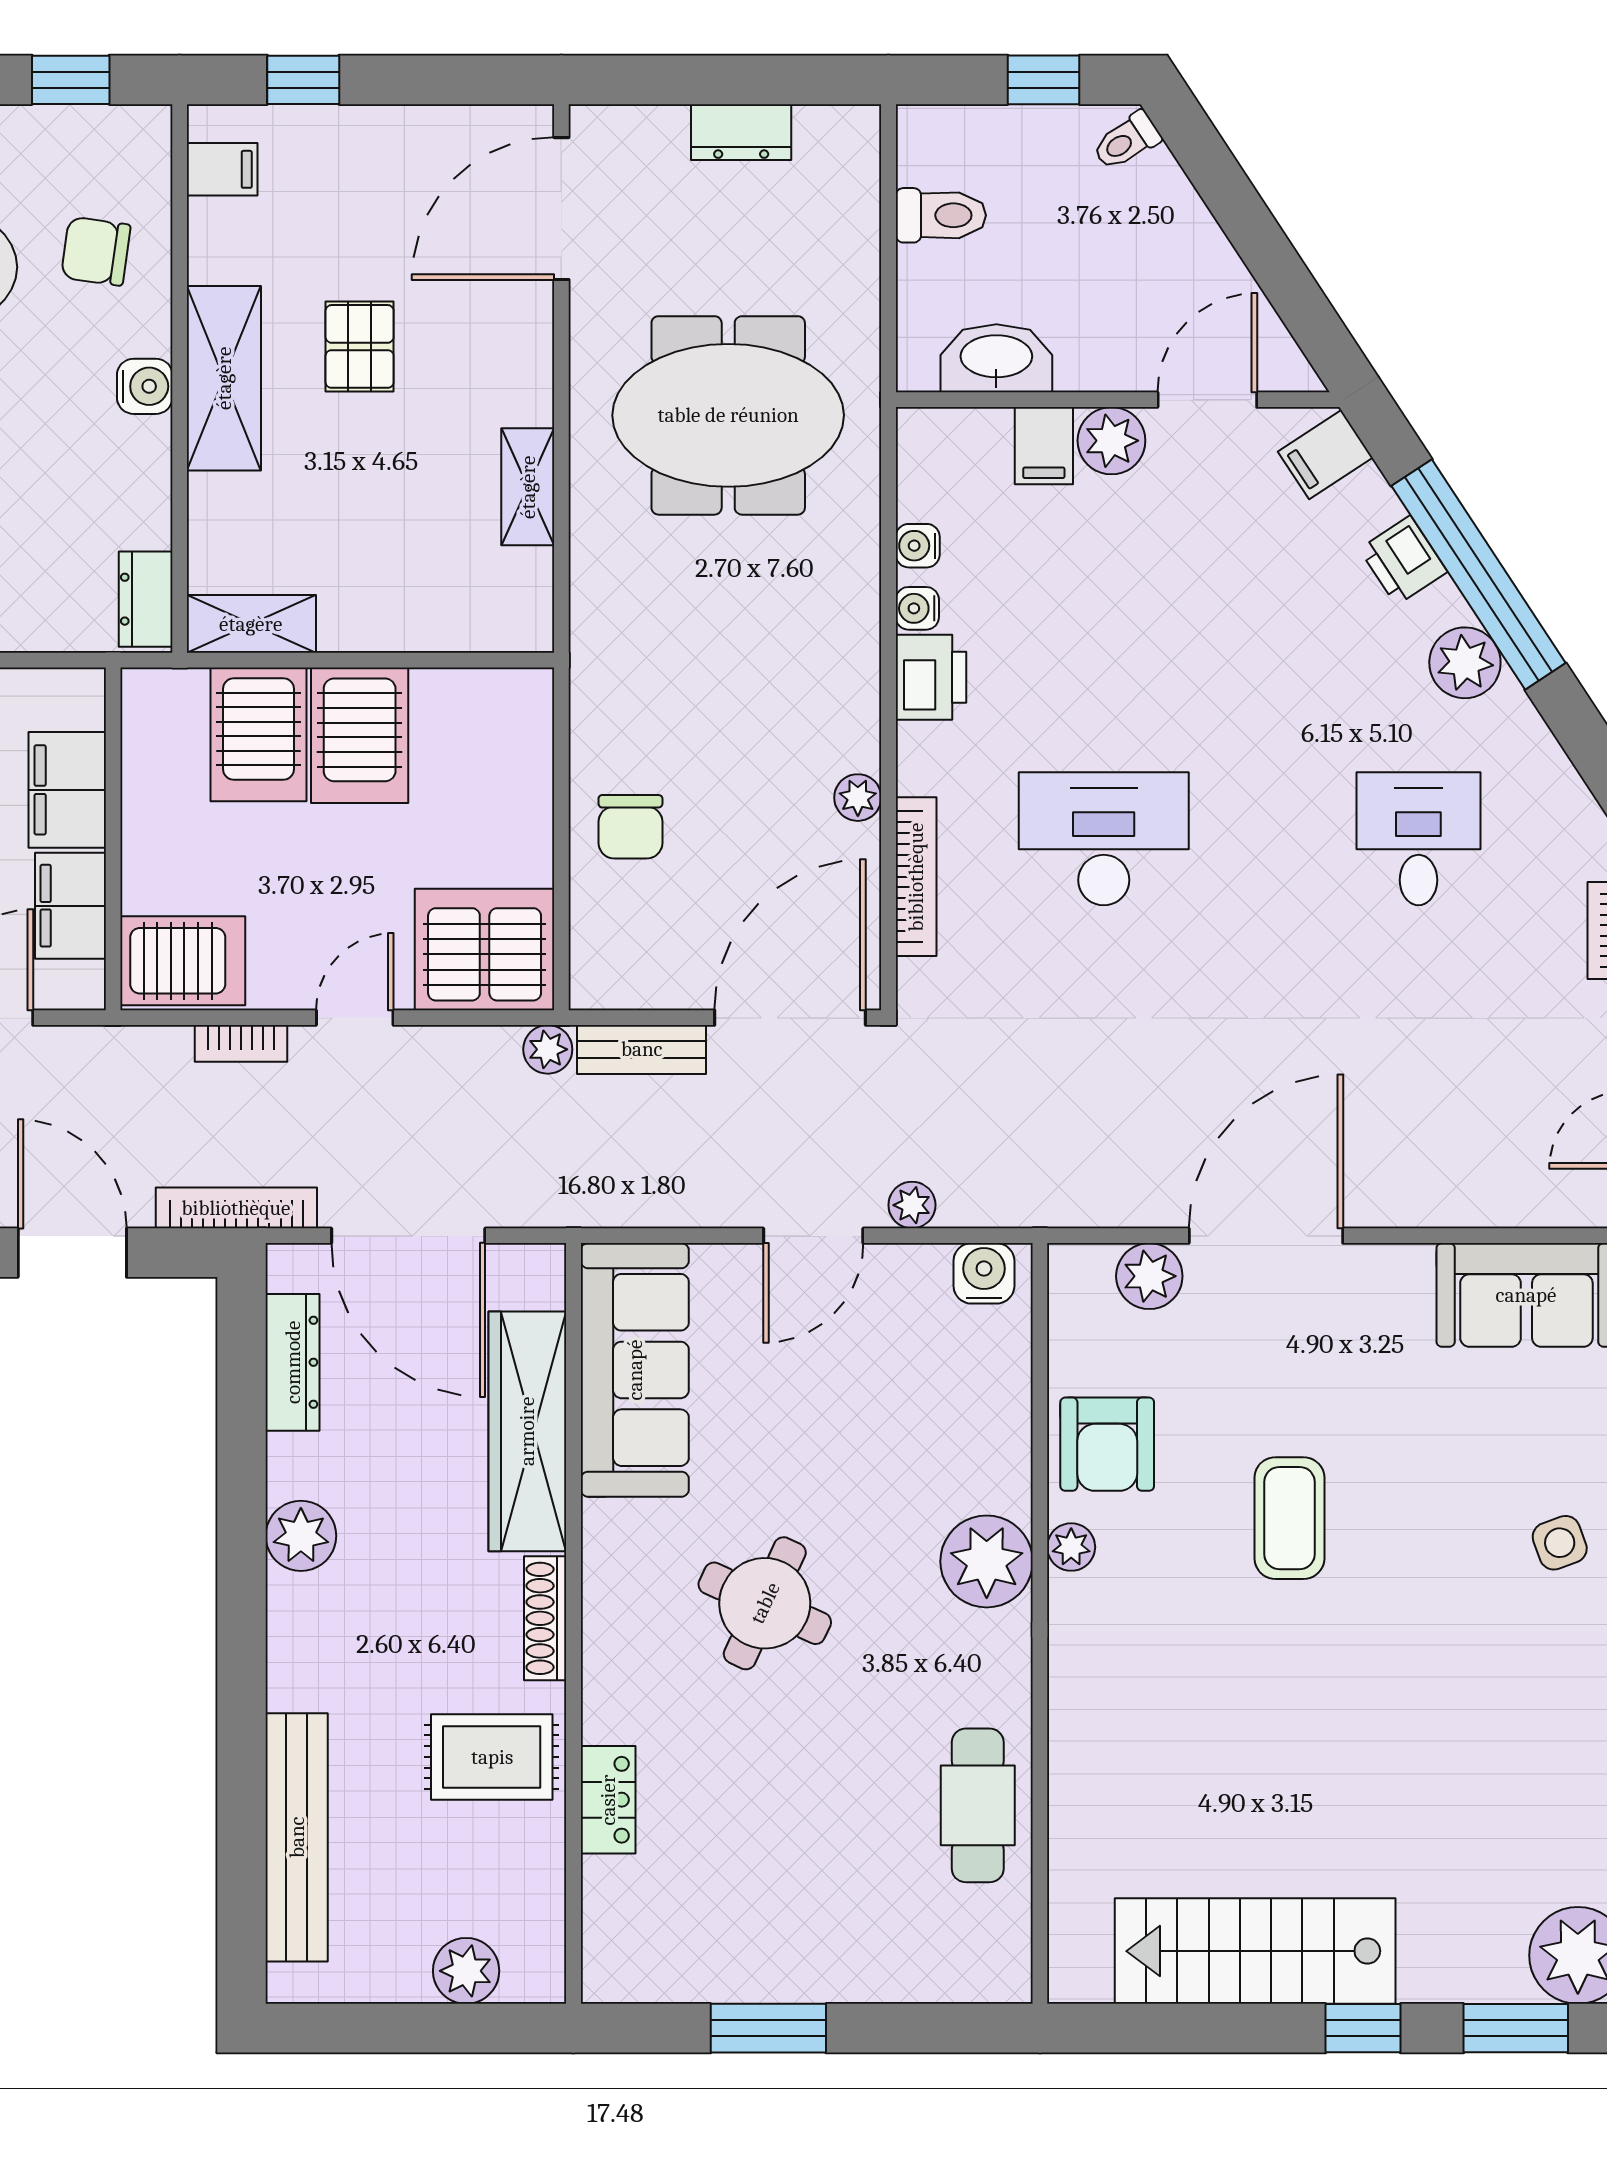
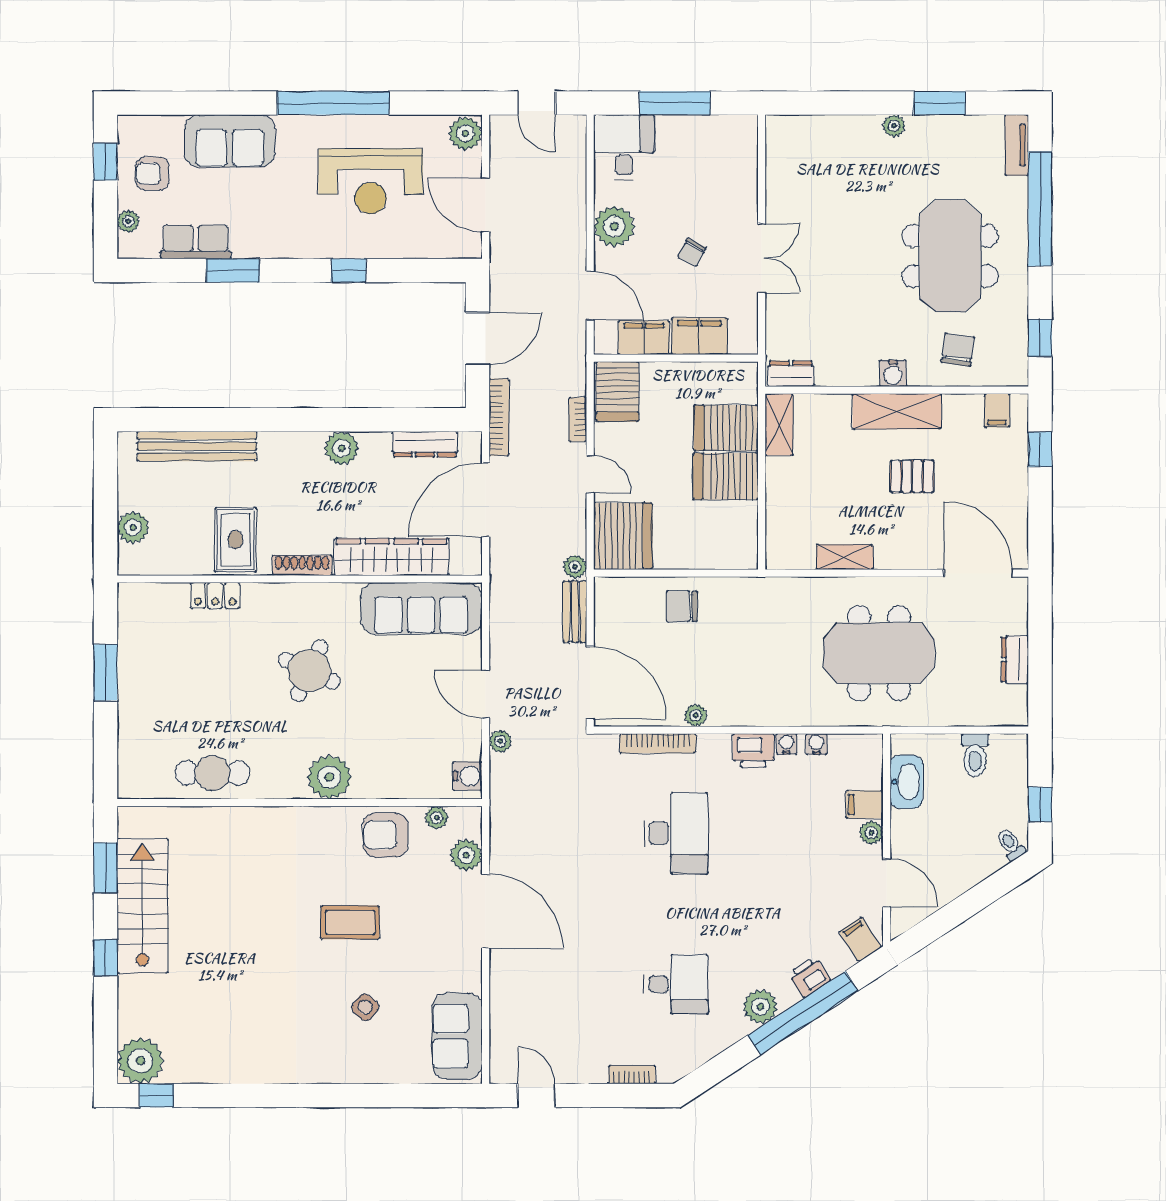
meeting table: (728, 415) -> (879, 653), turned 90
plant: (1111, 441) -> (871, 833), width x0.73, depth x0.73
side table: (1560, 1543) -> (365, 1007), moved, turned -30
plant: (1071, 1547) -> (437, 818), moved
window: (1516, 2028) -> (105, 868), moved

